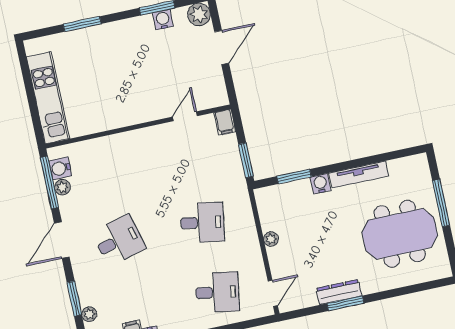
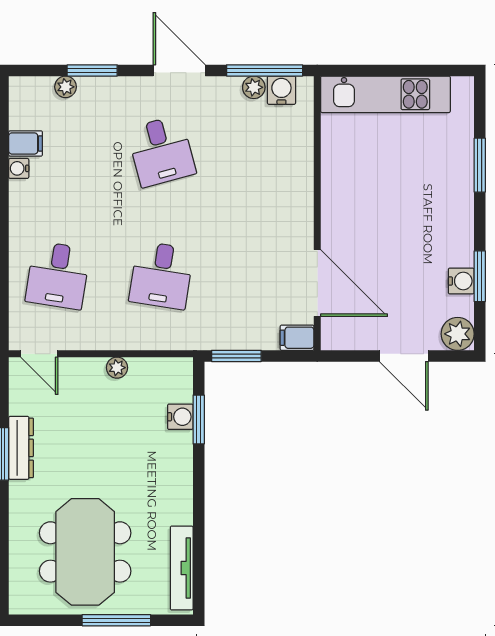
door: (185, 116) -> (317, 283), width x1.87
tv unit: (359, 175) -> (182, 568), moved
water cooler: (320, 184) -> (180, 417), moved

